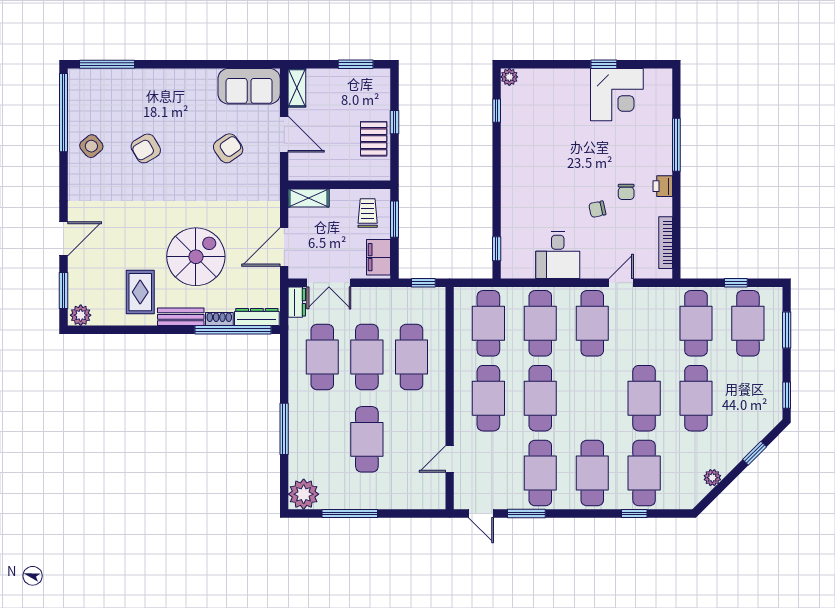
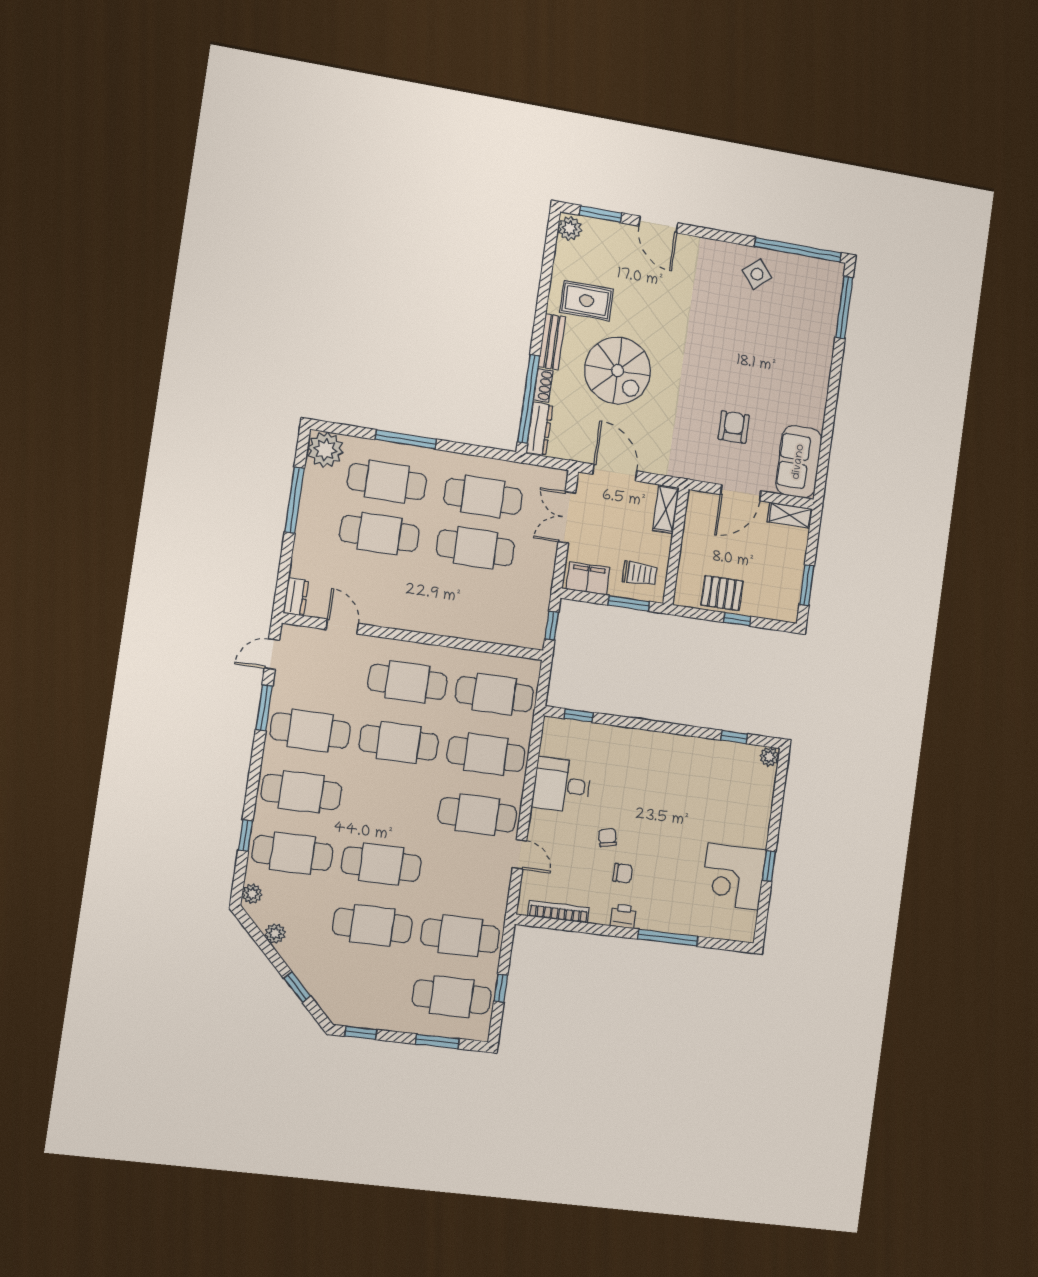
armchair: (146, 148) -> (746, 335), removed
armchair: (228, 148) -> (734, 427), turned -145
chair: (626, 192) -> (623, 873), turned 180
dresser: (297, 302) -> (296, 597), moved, turned -90
cafe table: (411, 357) -> (387, 482), moved
plant: (682, 501) -> (252, 894), added

